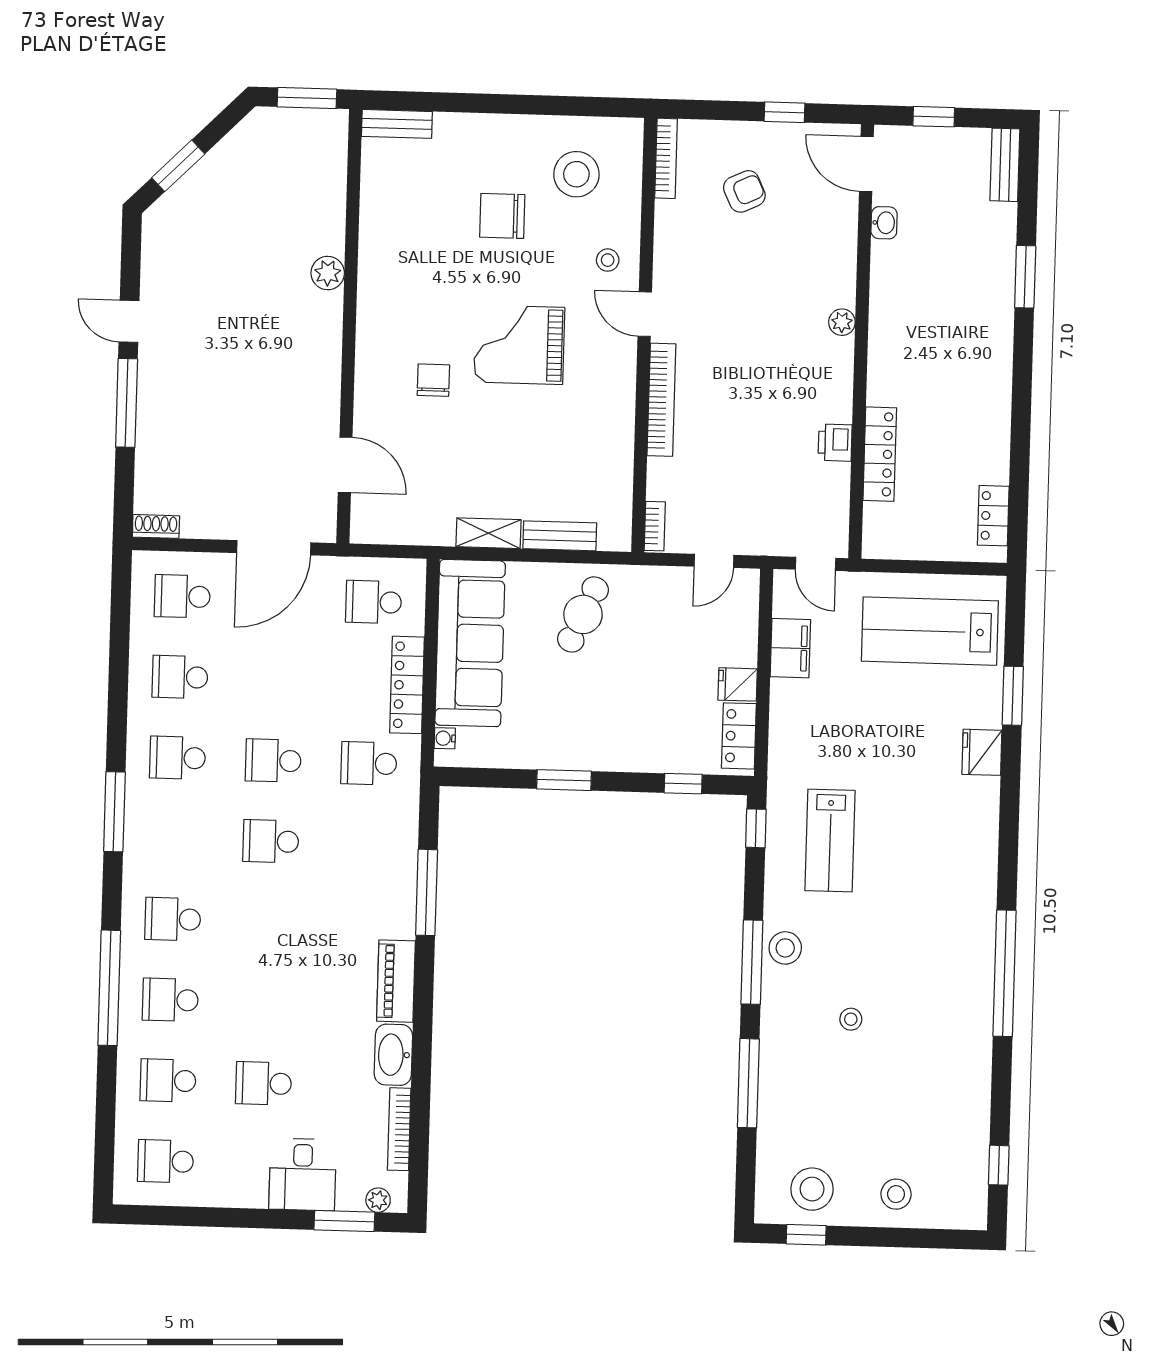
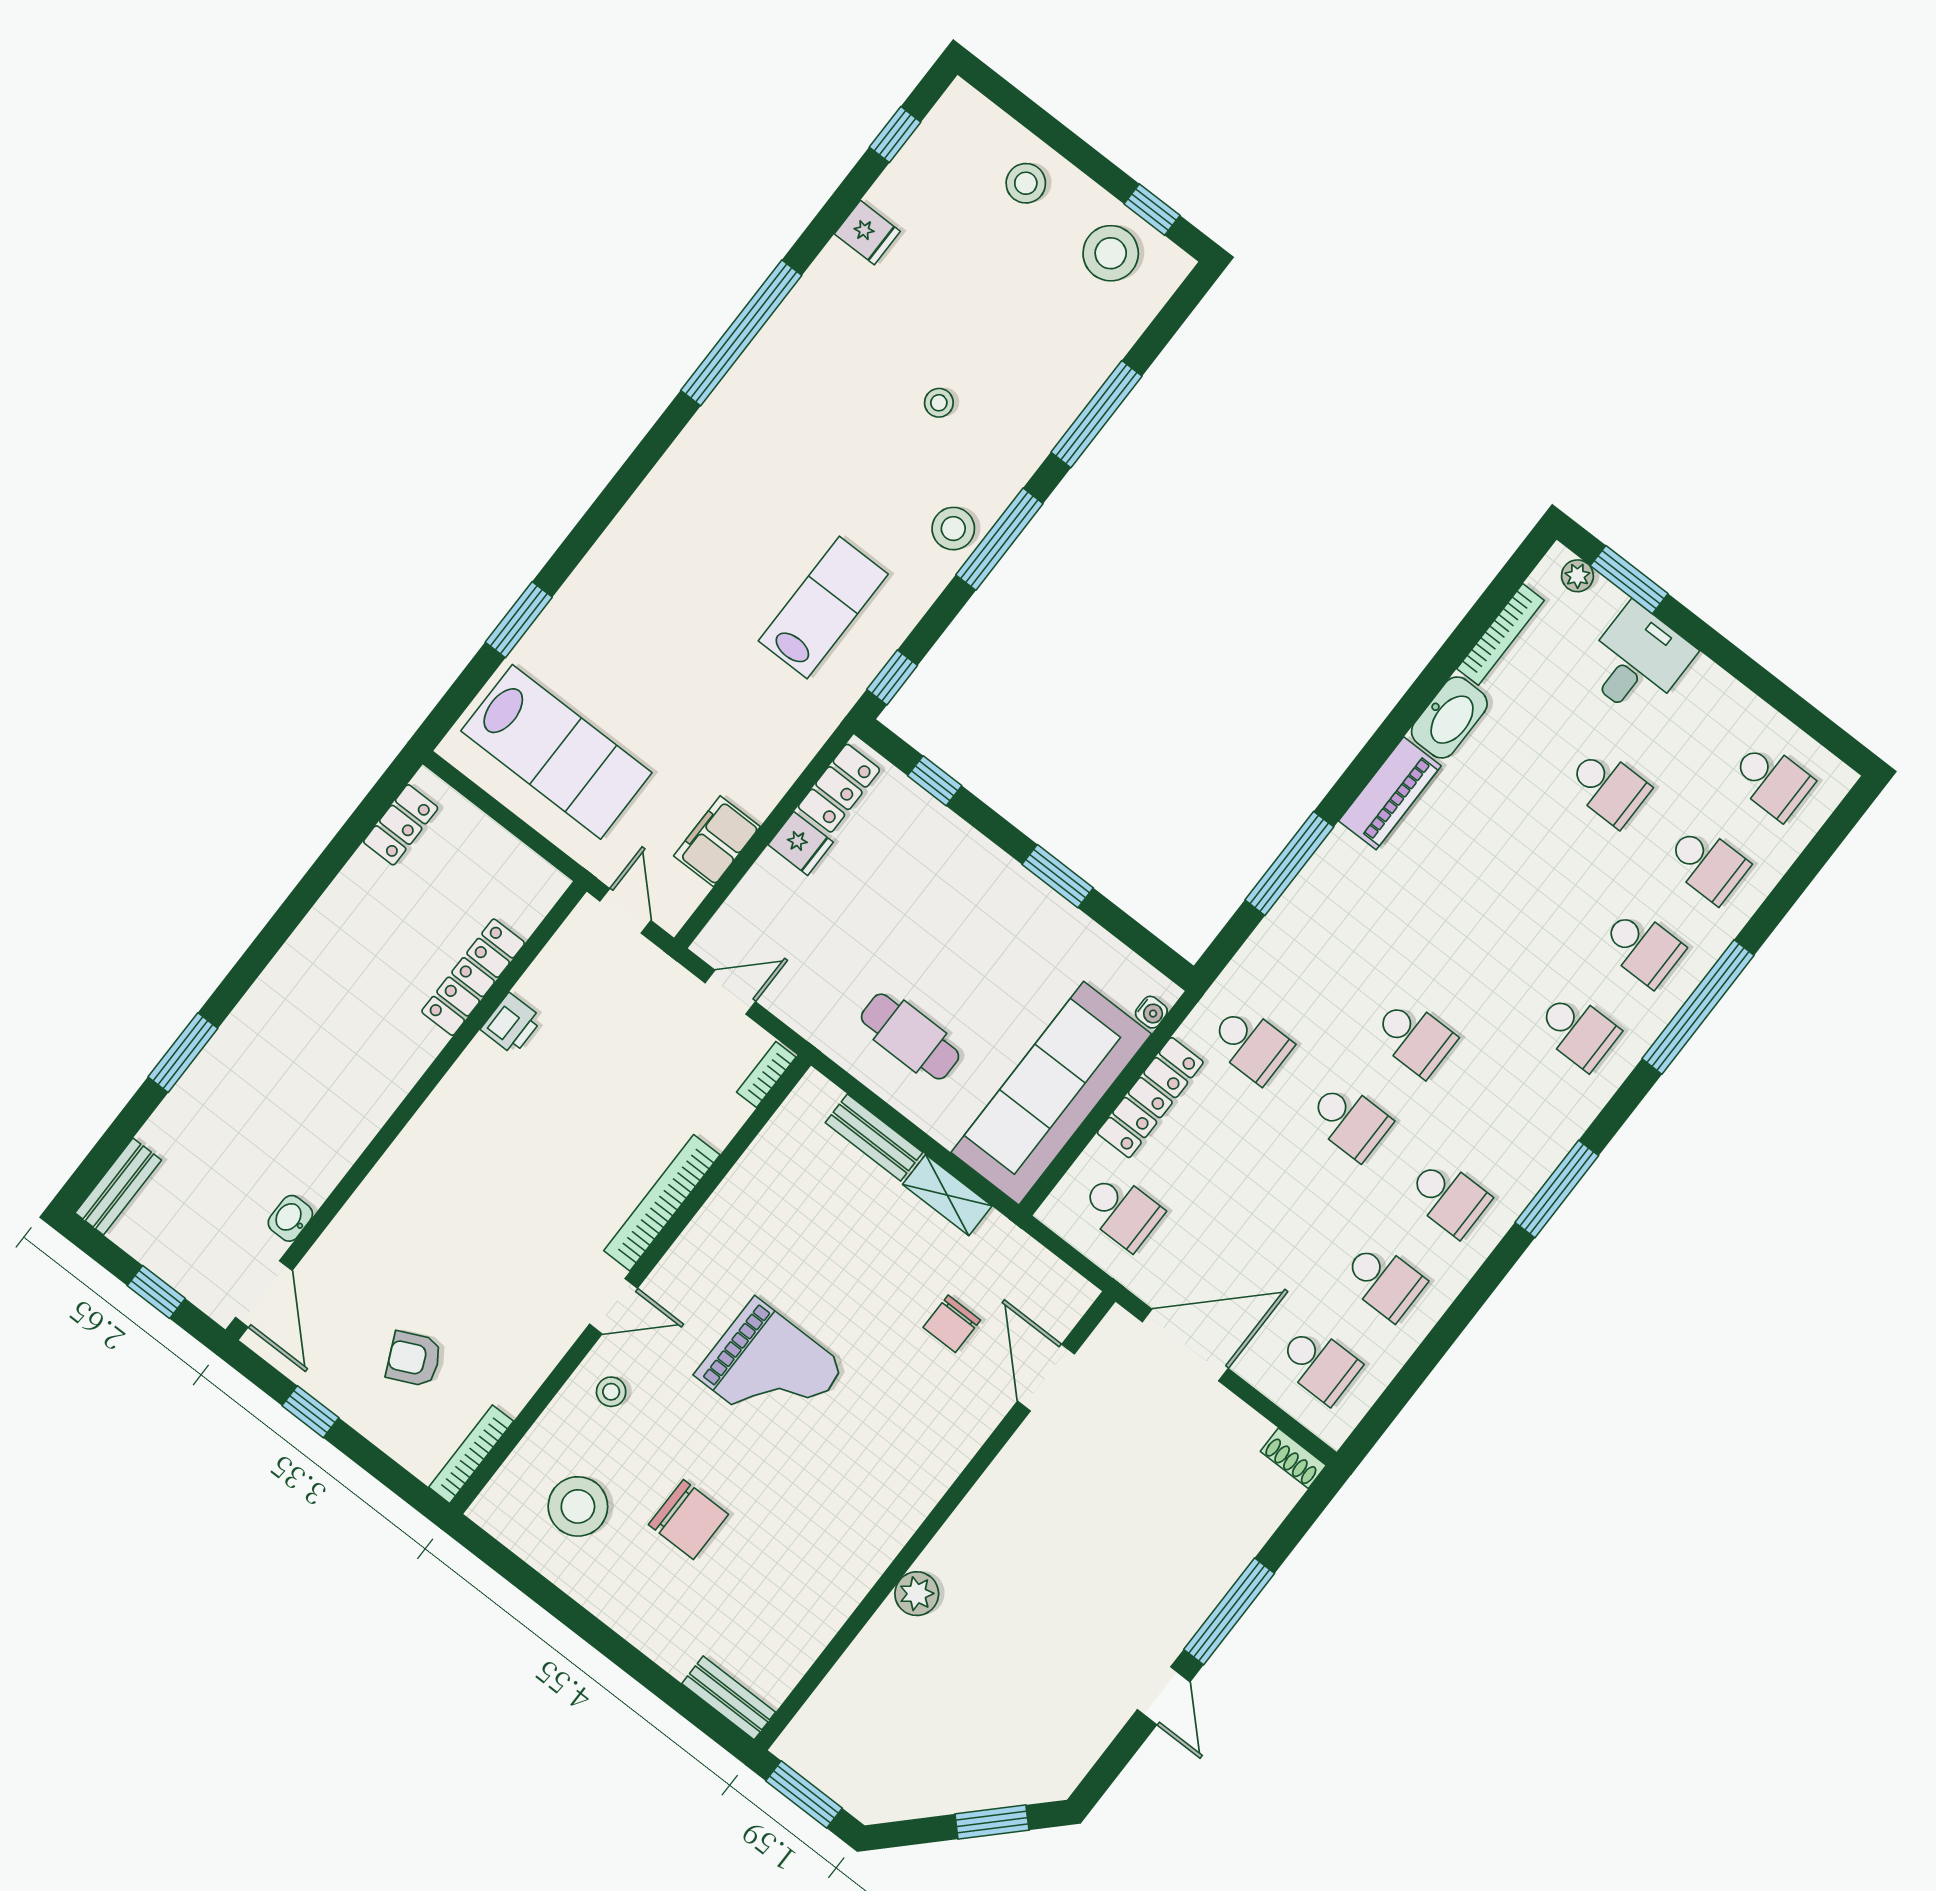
door: (645, 314) -> (613, 1306), hinge flipped
plant: (842, 322) -> (411, 1146), removed
chair: (433, 380) -> (952, 1324), moved
cafe table: (583, 614) -> (910, 1036), turned 66
fridge: (982, 752) -> (867, 233), moved, width x0.72

